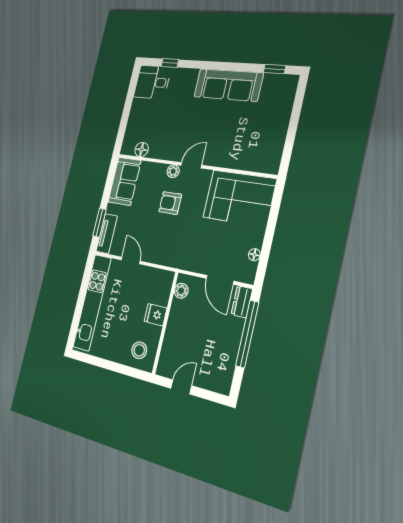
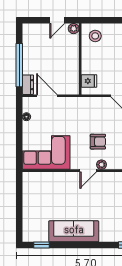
plant: (181, 291) -> (74, 29), moved
fridge: (156, 315) -> (89, 81), moved

